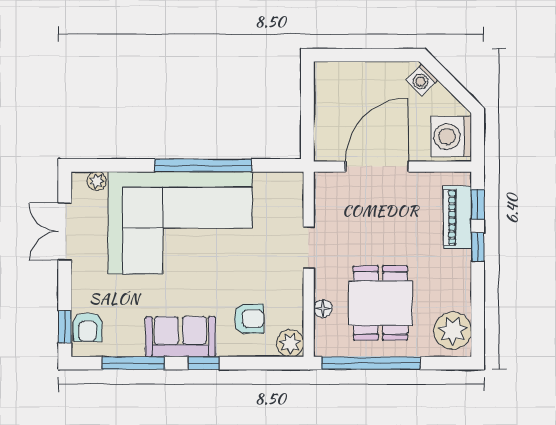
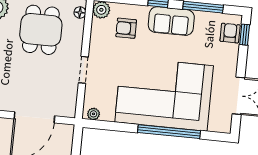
window: (203, 165) -> (169, 132), moved
plant: (97, 181) -> (93, 114), moved
floor lamp: (323, 309) -> (80, 13), moved

